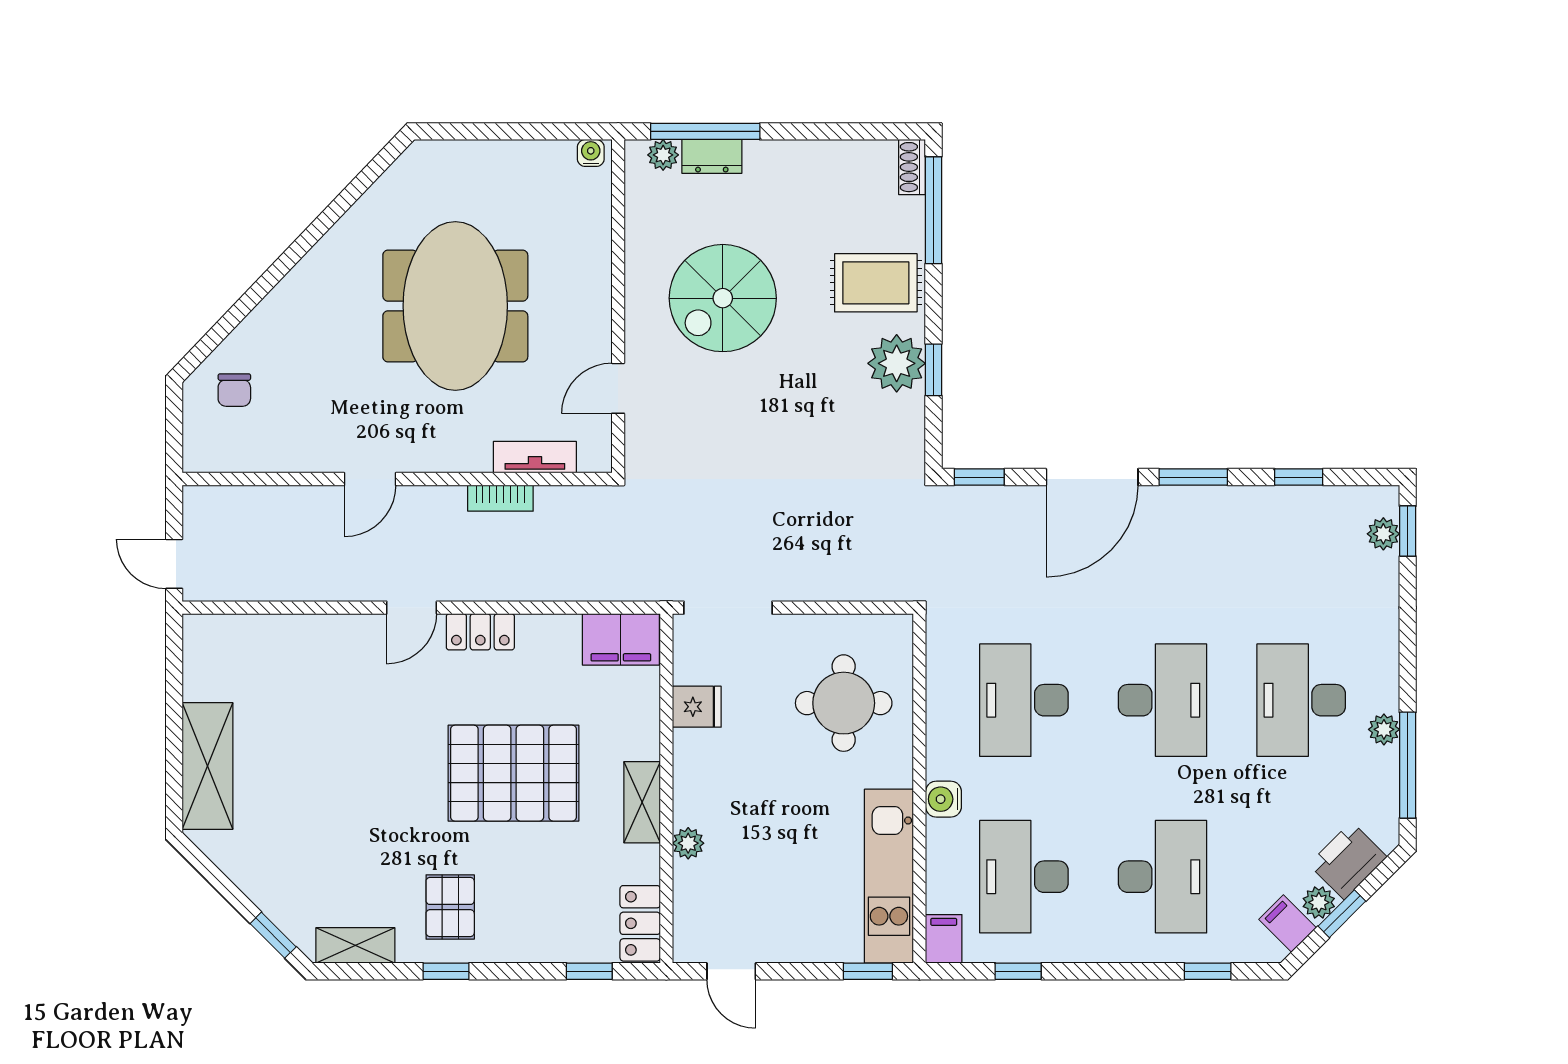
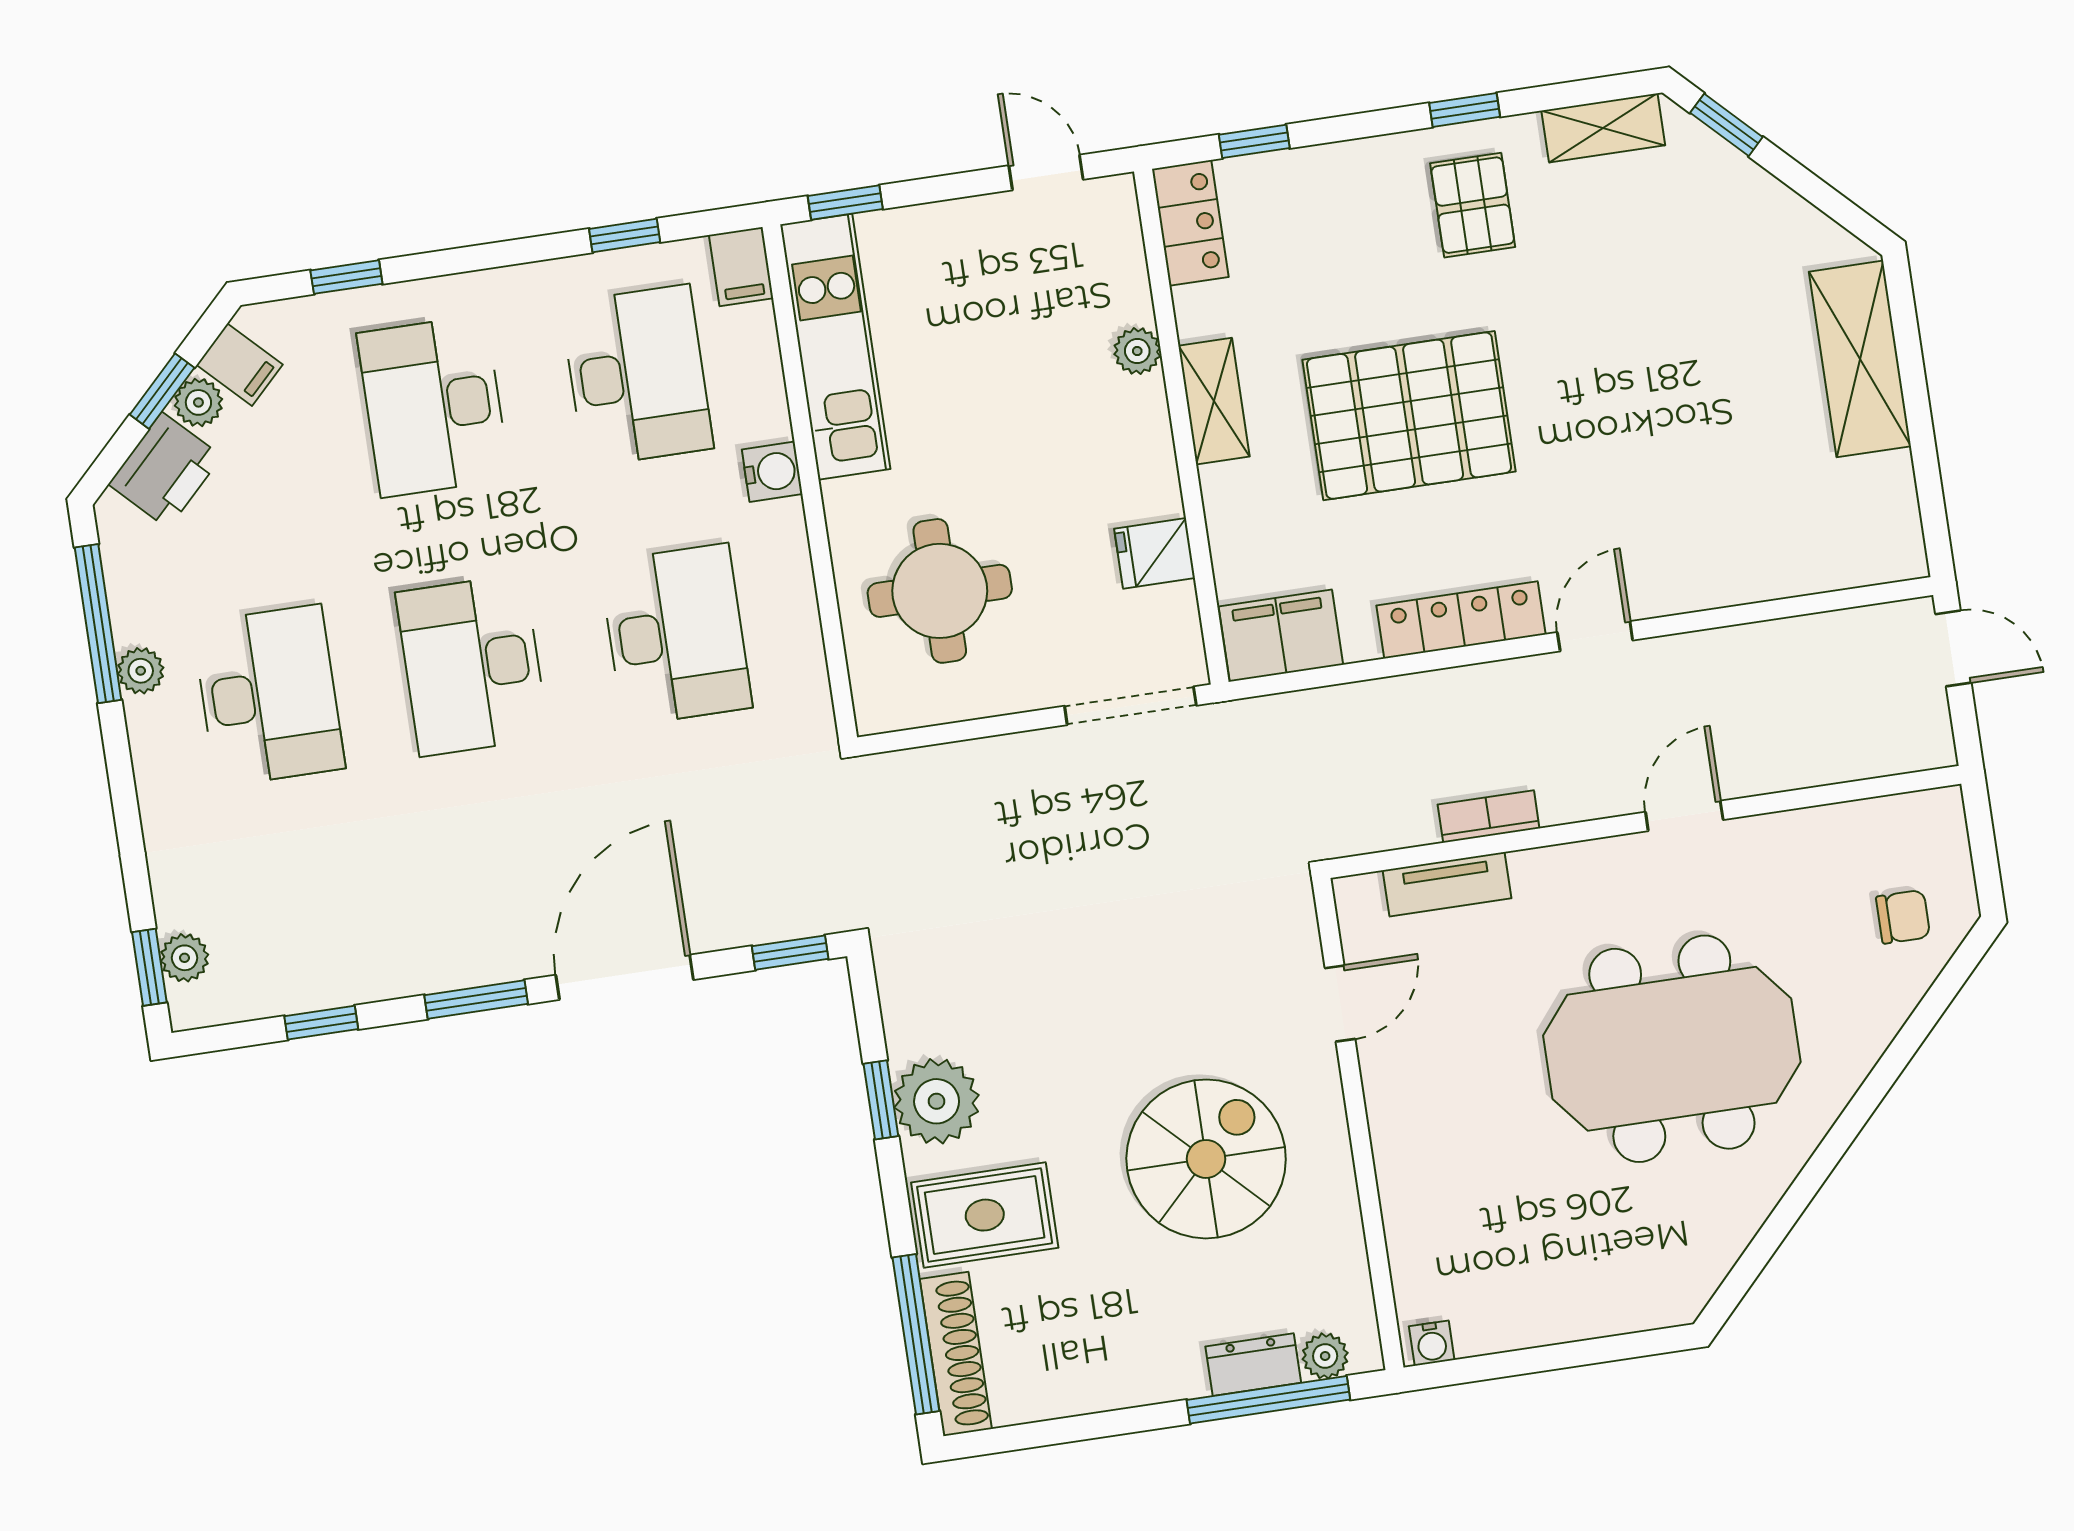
shoe rack: (912, 167) -> (956, 1354), width x1.94, depth x1.24
meeting table: (455, 306) -> (1672, 1049), moved, turned 90
chair: (234, 390) -> (1903, 917), turned 90
locker: (480, 632) -> (1461, 620), width x1.53

